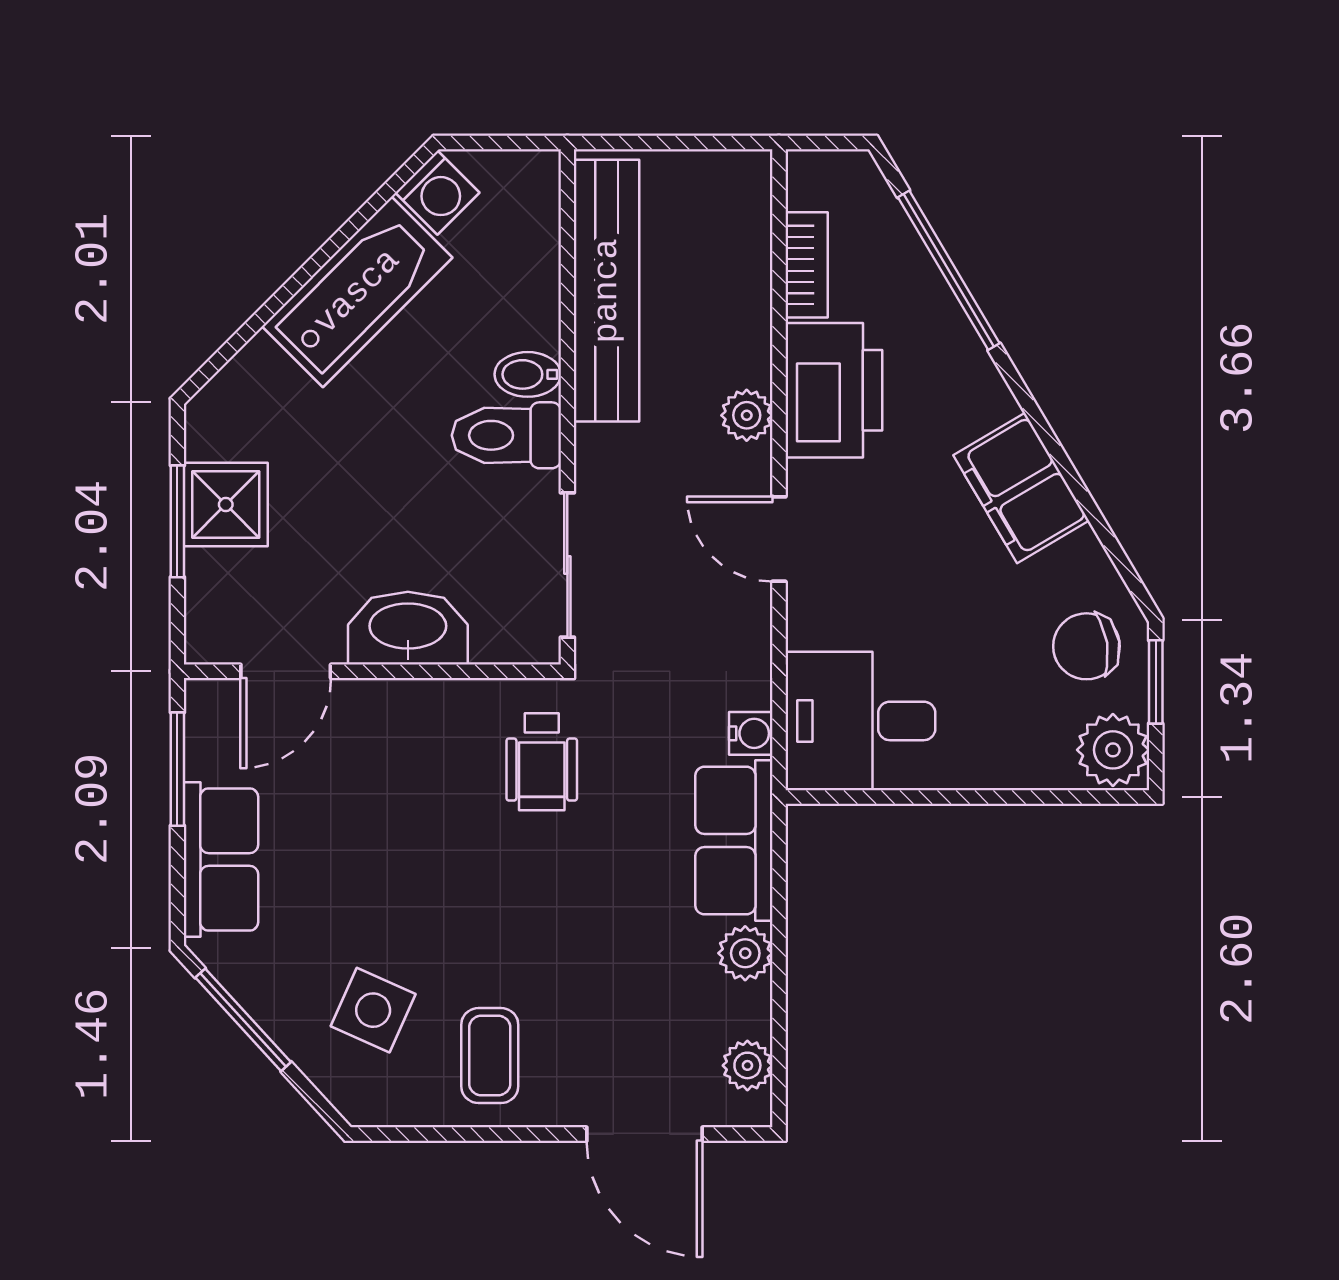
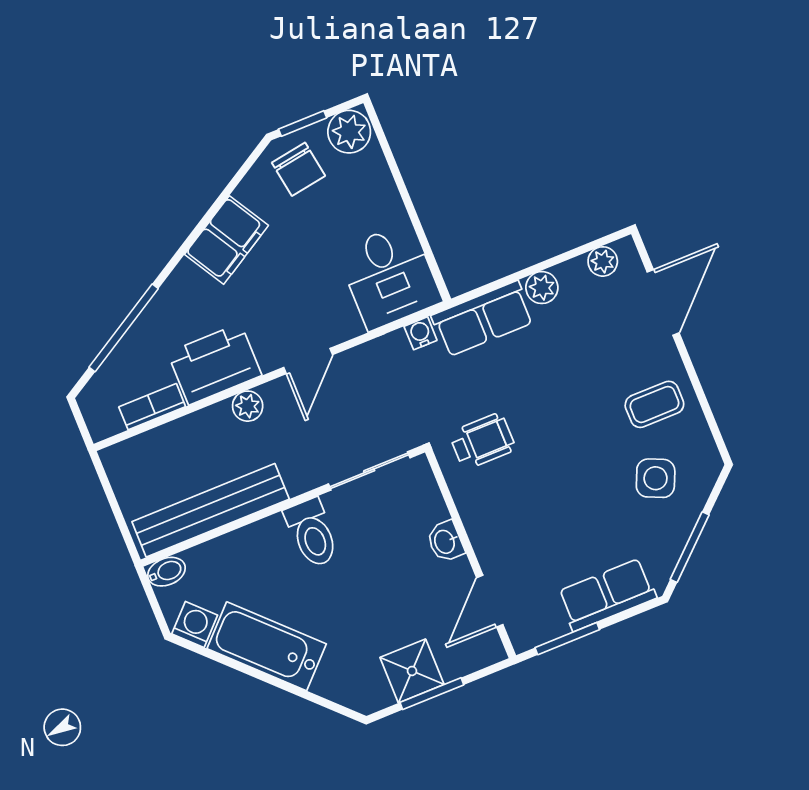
bidet: (528, 374) -> (167, 572), moved, turned -90
washbasin: (408, 628) -> (445, 541), width x0.52, depth x0.69
door: (286, 671) -> (490, 601), swing flipped

